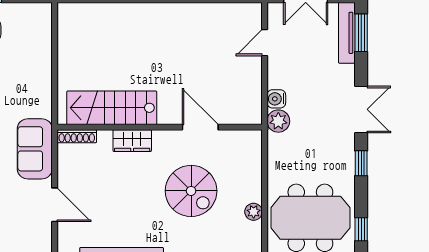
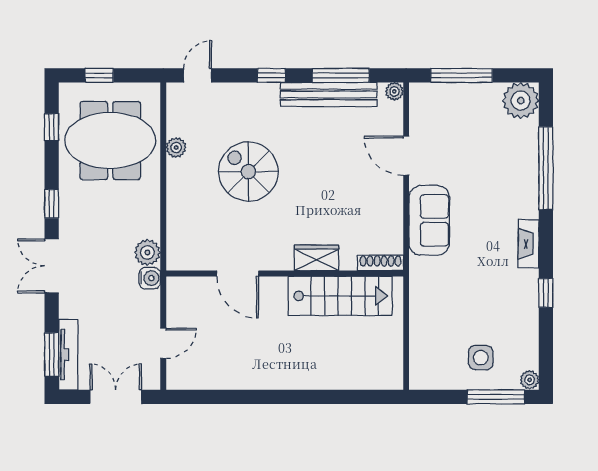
stairs: (112, 108) -> (340, 296), moved
wall: (160, 127) -> (285, 273), moved
door: (200, 127) -> (238, 273), moved
shoe rack: (77, 136) -> (381, 263), moved
wardrobe: (132, 141) -> (316, 258), moved

